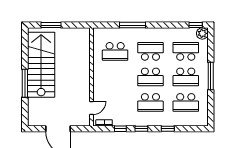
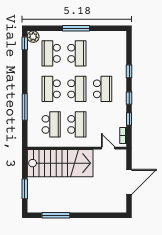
stairs: (41, 65) -> (60, 163), moved, turned 180
window: (25, 83) -> (56, 215), moved
school desk: (186, 102) -> (77, 124), moved

